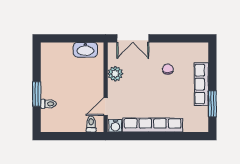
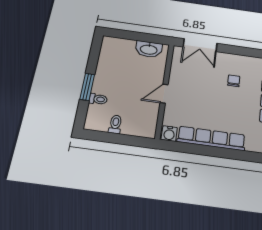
plant: (115, 74) -> (177, 78), removed
door: (106, 107) -> (164, 94), moved
toilet: (91, 124) -> (115, 124), moved

